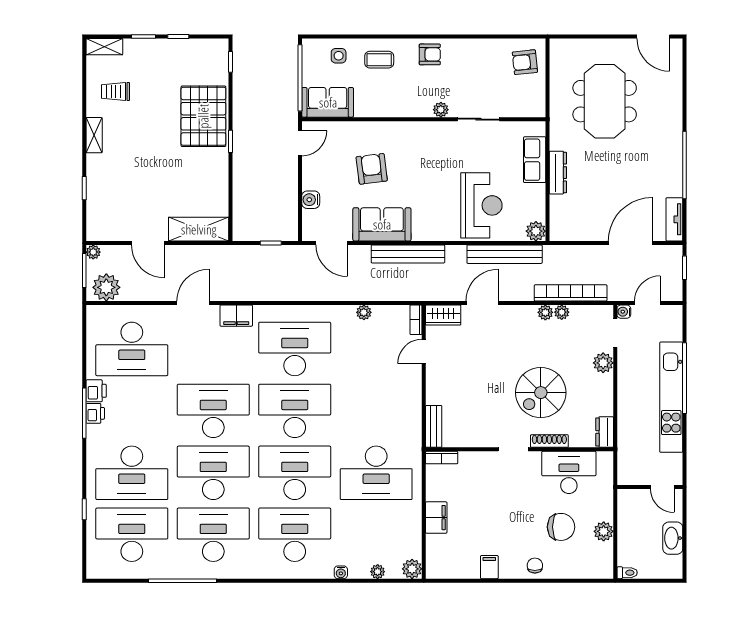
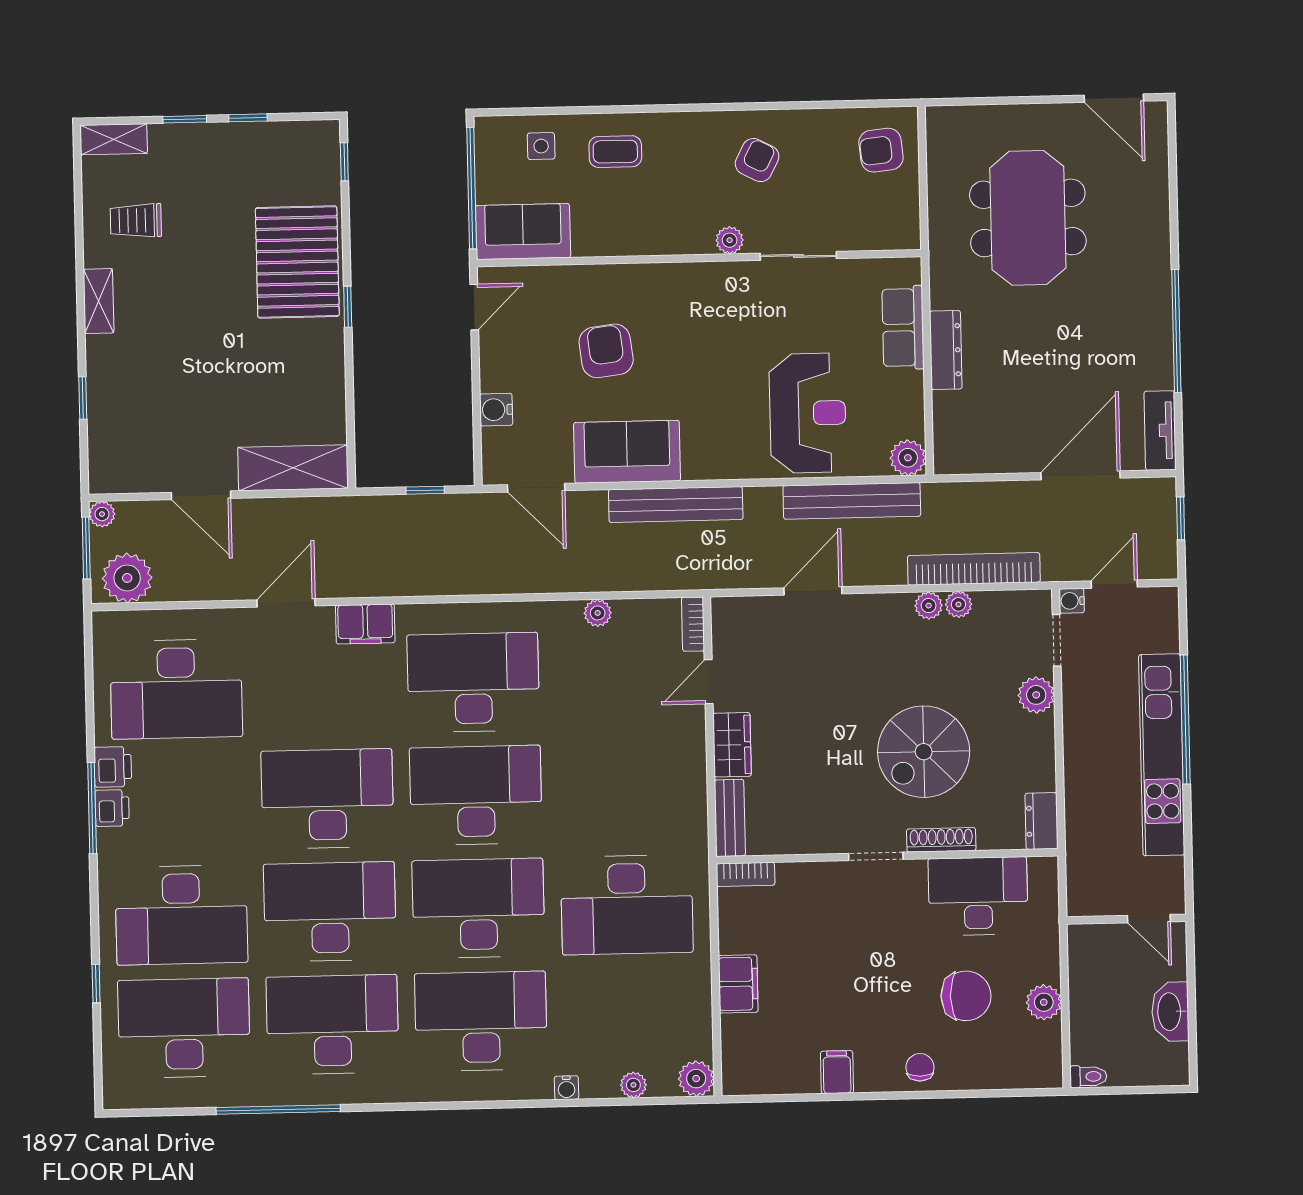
armchair: (430, 54) -> (757, 160), moved, turned -63
wardrobe: (443, 315) -> (732, 745), moved, turned -90

